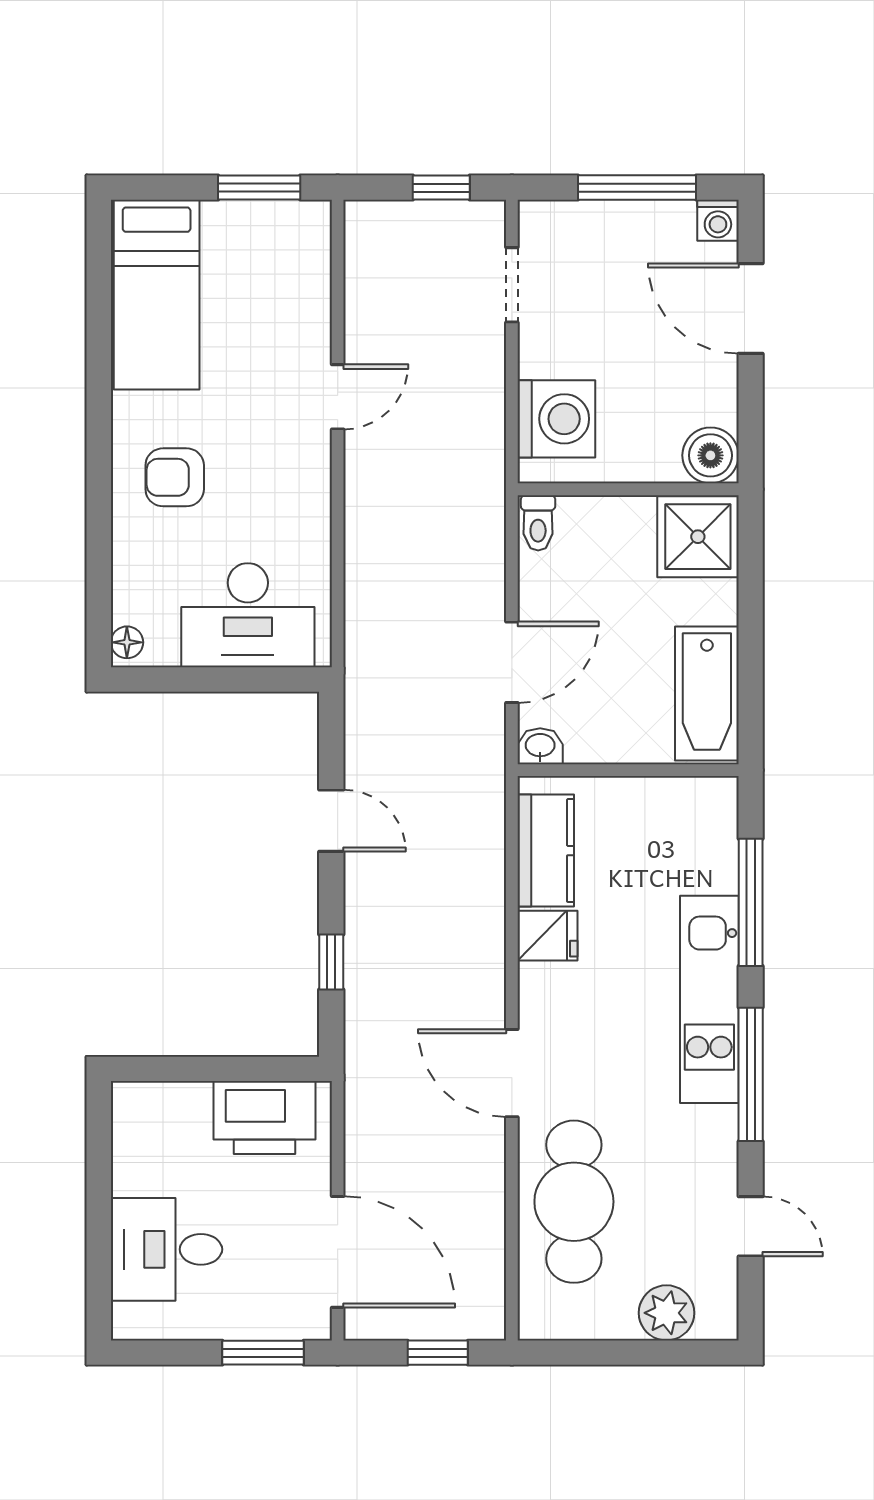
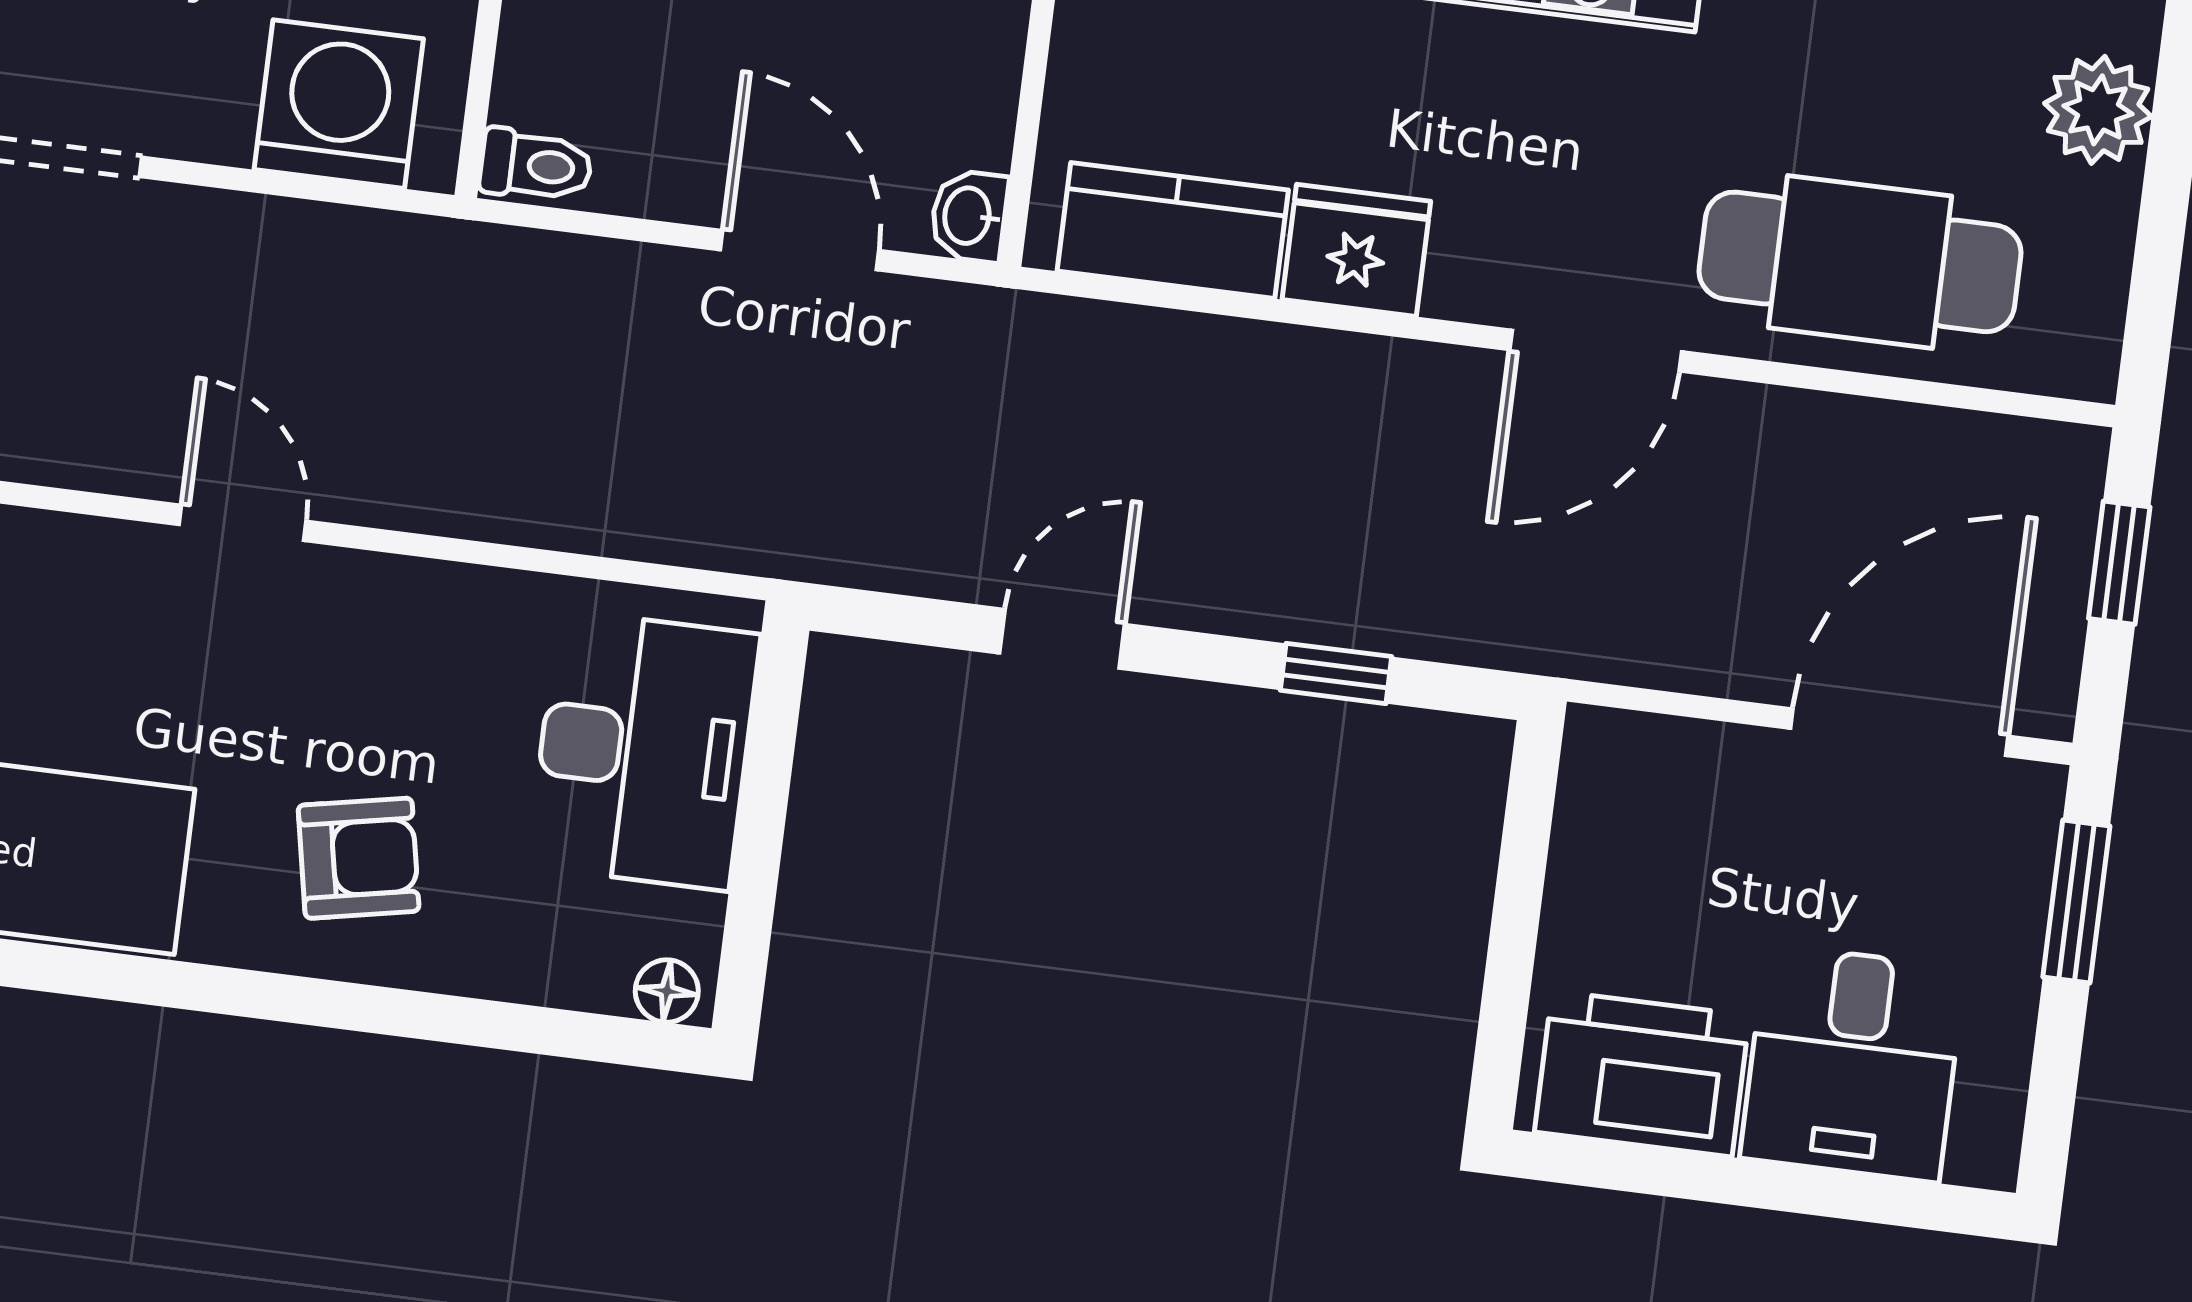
armchair: (175, 477) -> (359, 858), turned -101
fridge: (547, 936) -> (1356, 250), width x1.38
printer: (265, 1118) -> (1642, 1074), moved, turned -90

